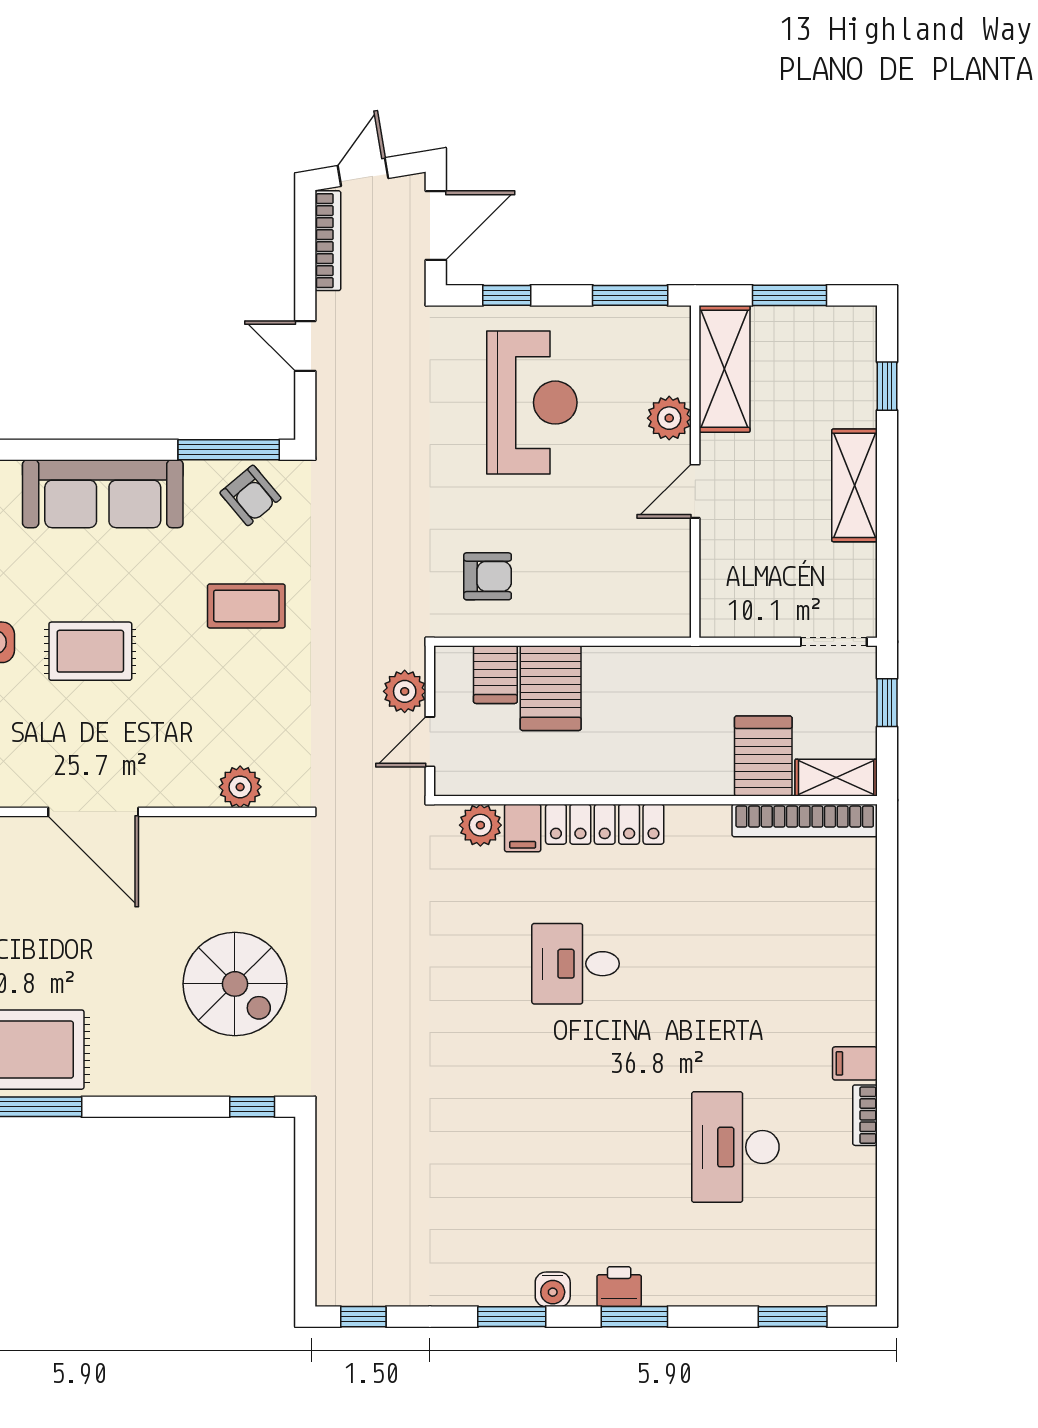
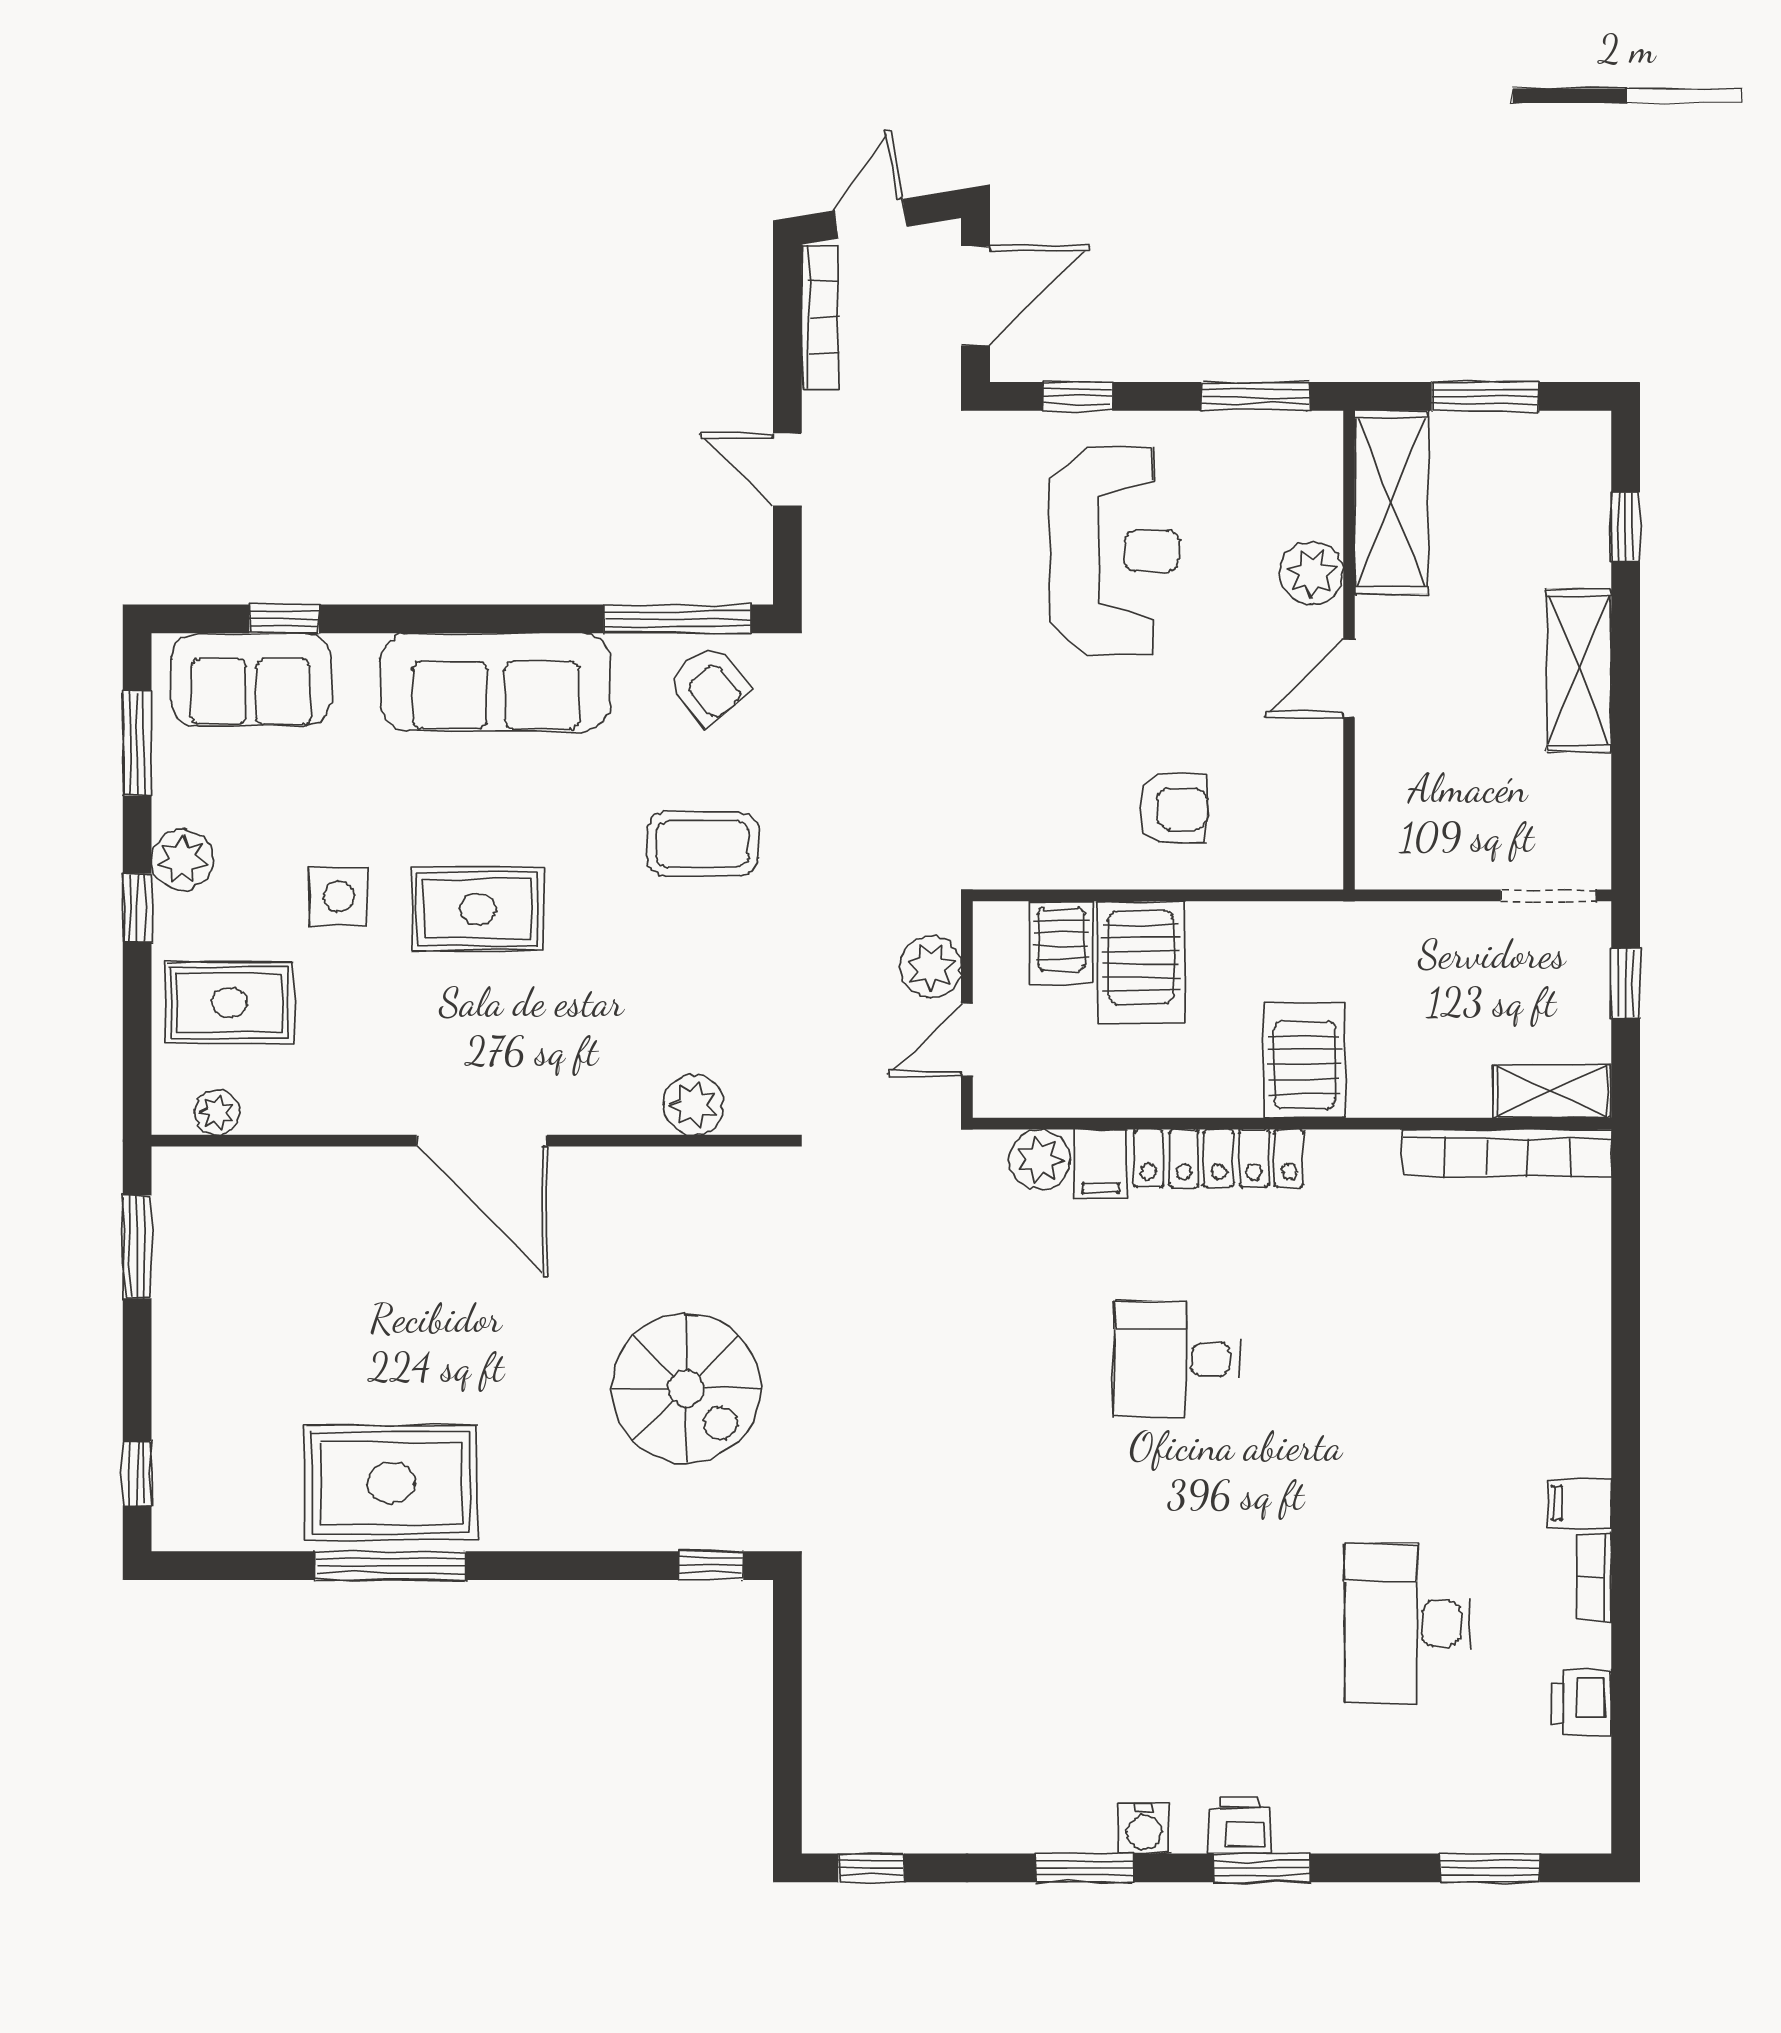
armchair: (488, 576) -> (1172, 809), moved
server rack: (763, 756) -> (1304, 1060), moved
printer: (856, 1202) -> (1581, 1703), added

